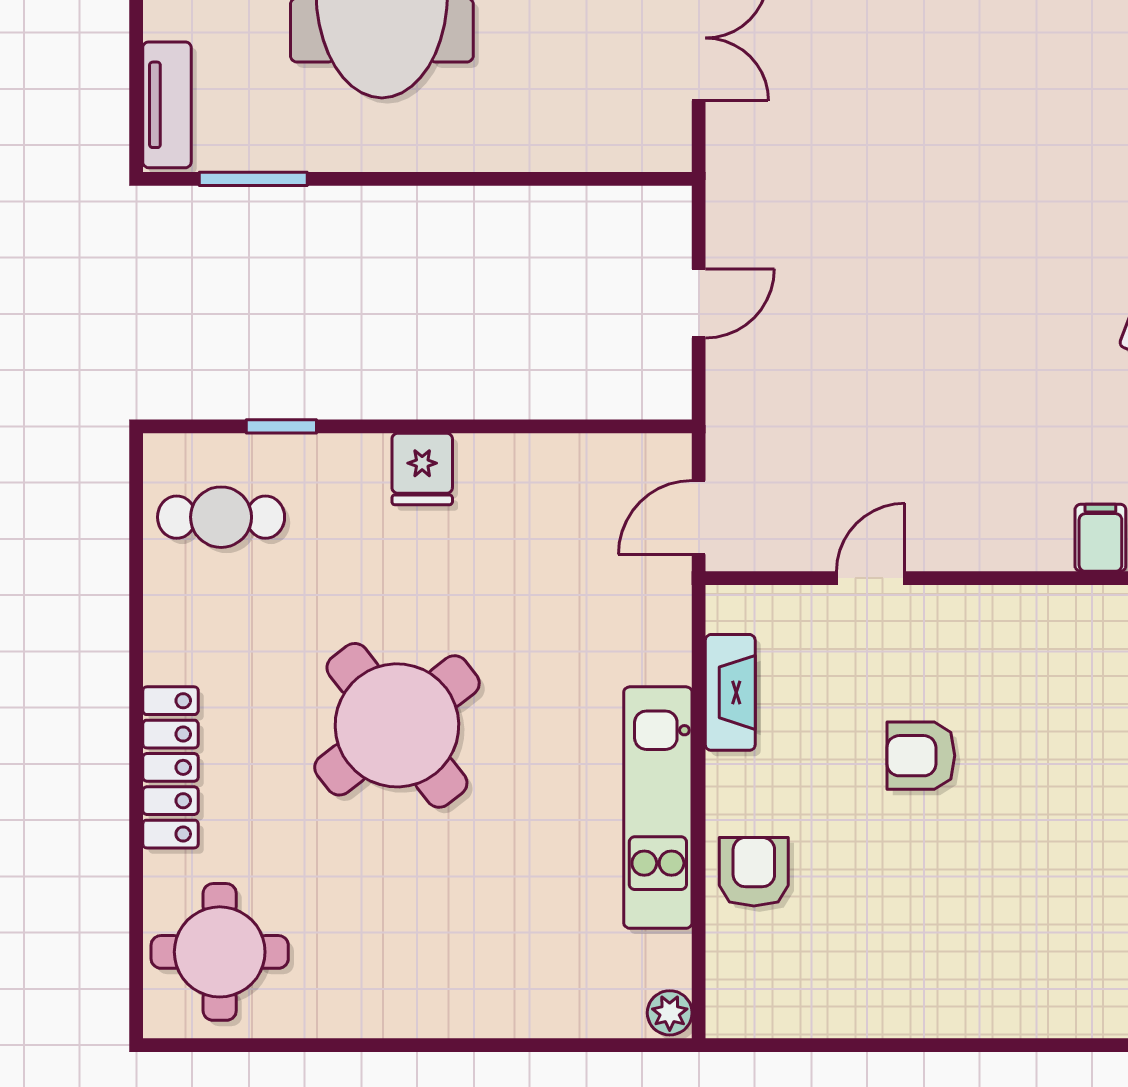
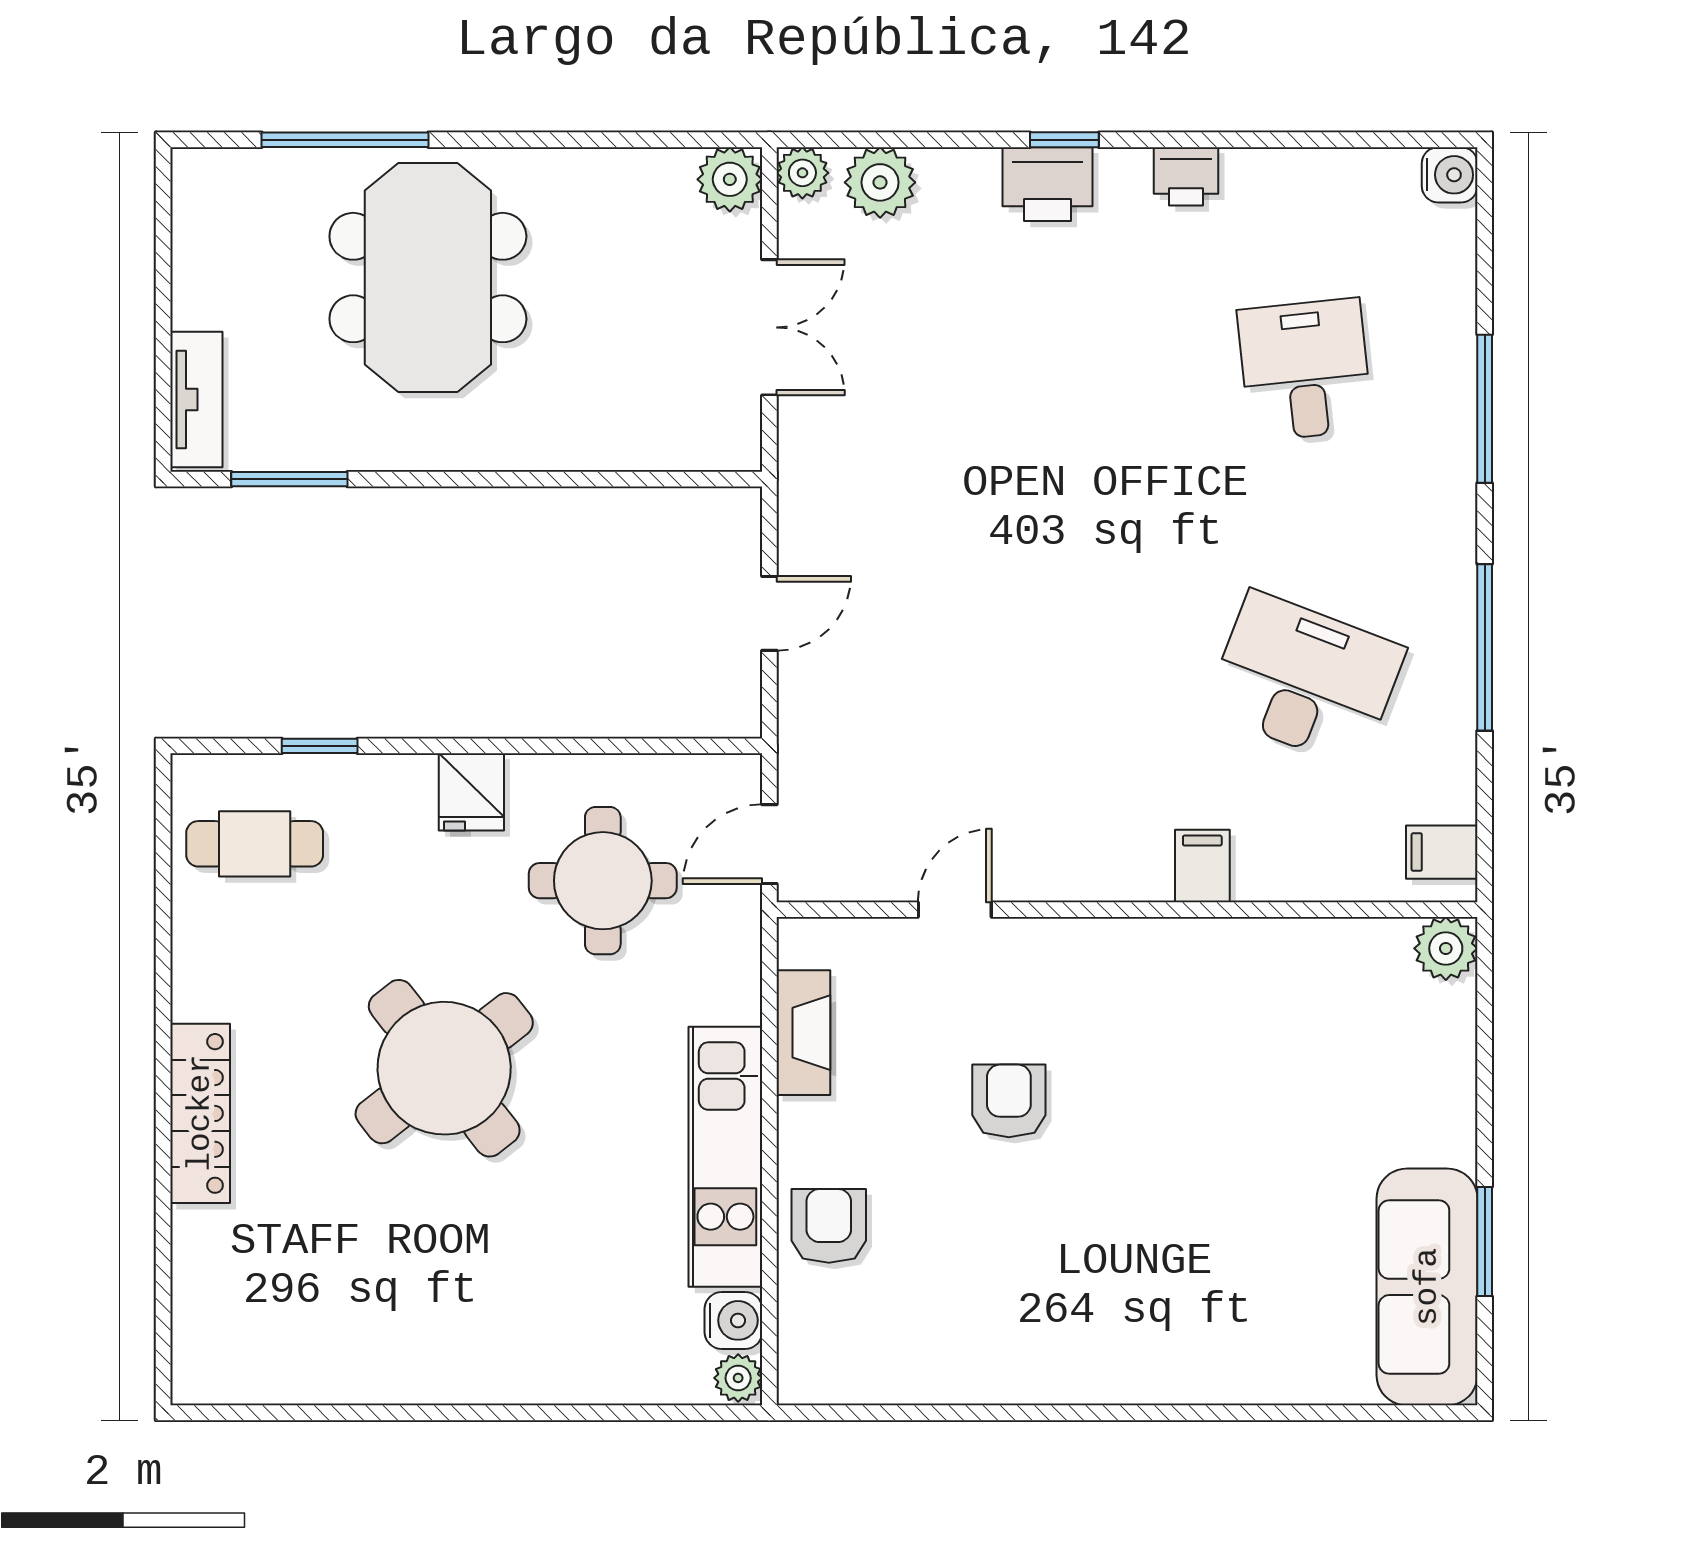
armchair: (921, 756) -> (1009, 1101), turned 90
round table: (220, 952) -> (603, 881), moved
water cooler: (665, 959) -> (733, 1320), added

